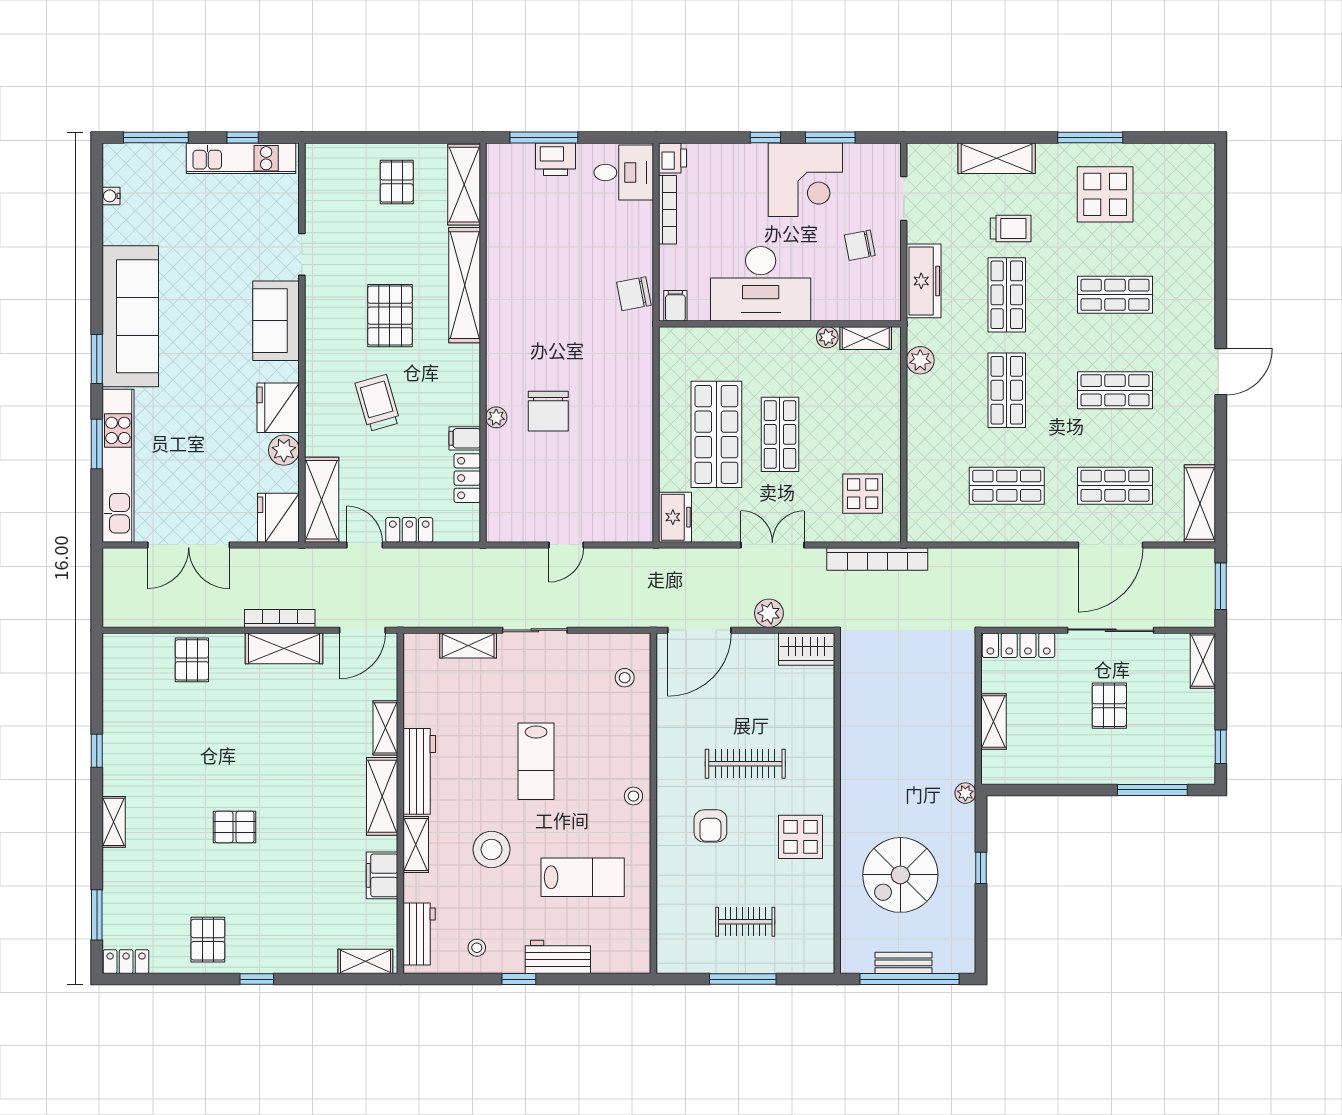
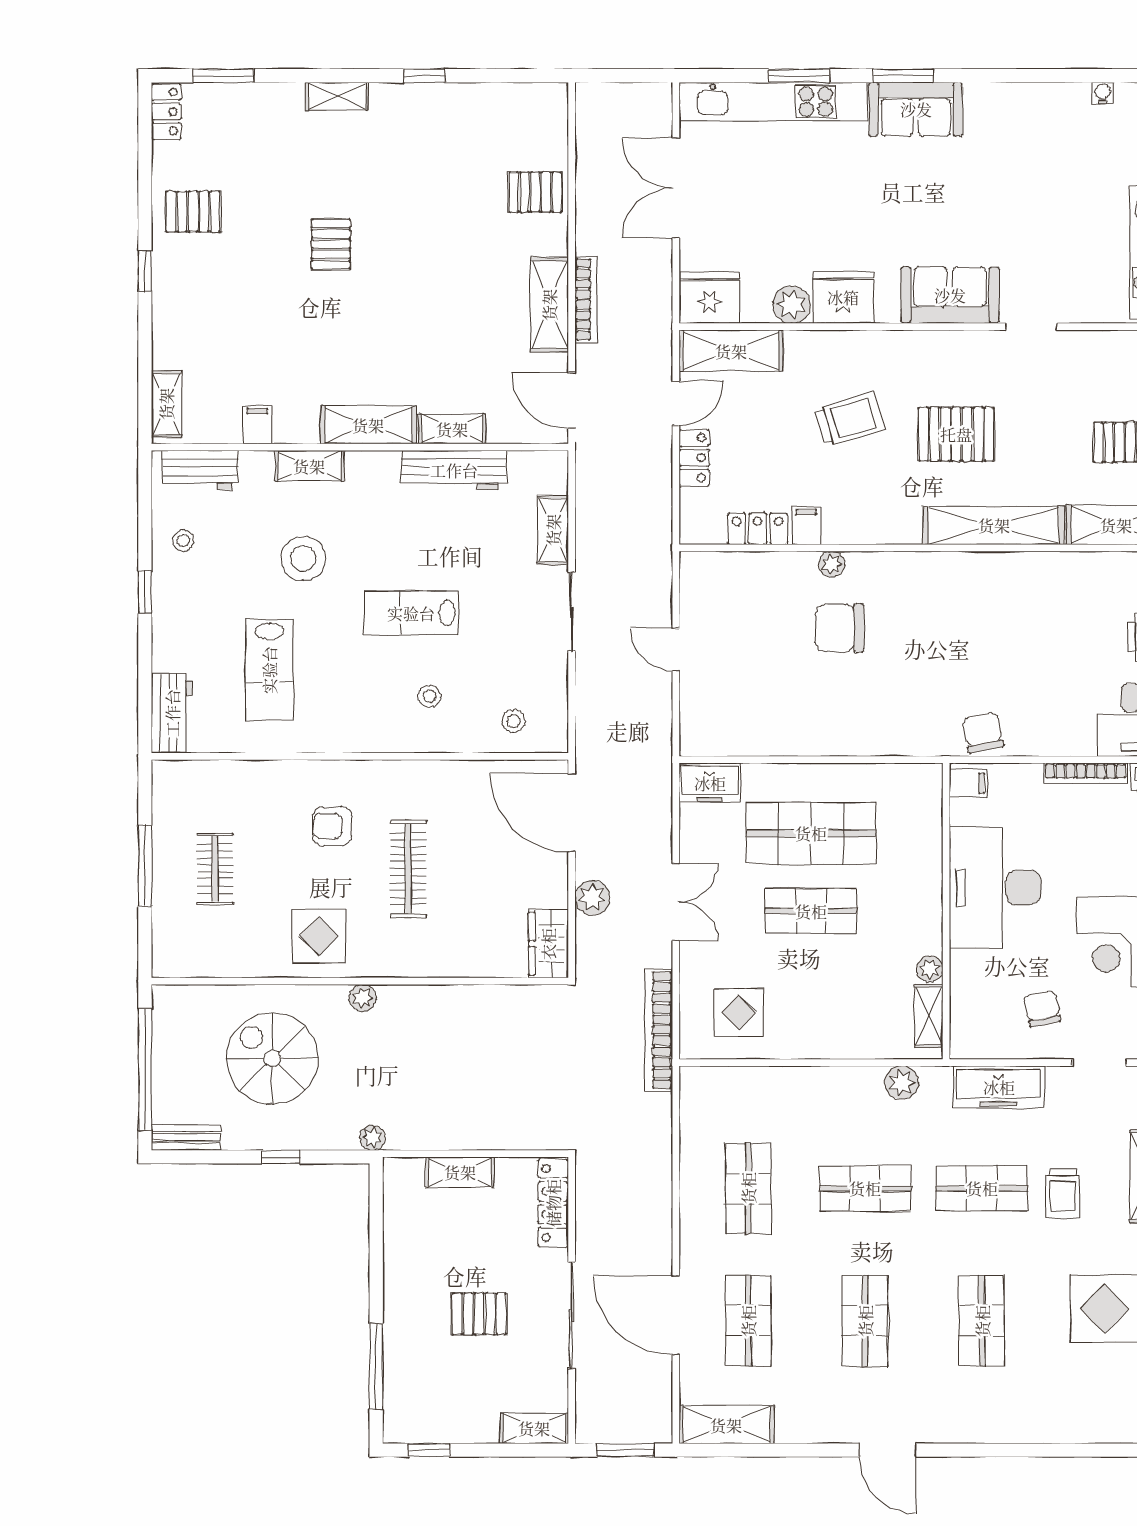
sofa: (130, 316) -> (916, 109), width x0.54, depth x0.79
workbench: (419, 771) -> (454, 470), moved
stool: (633, 796) -> (429, 696), moved
plant: (851, 801) -> (363, 998), added
filing cabinet: (382, 875) -> (257, 425), width x0.50
workbench: (558, 957) -> (172, 713), moved
bench: (904, 963) -> (186, 1137), moved, turned 90

